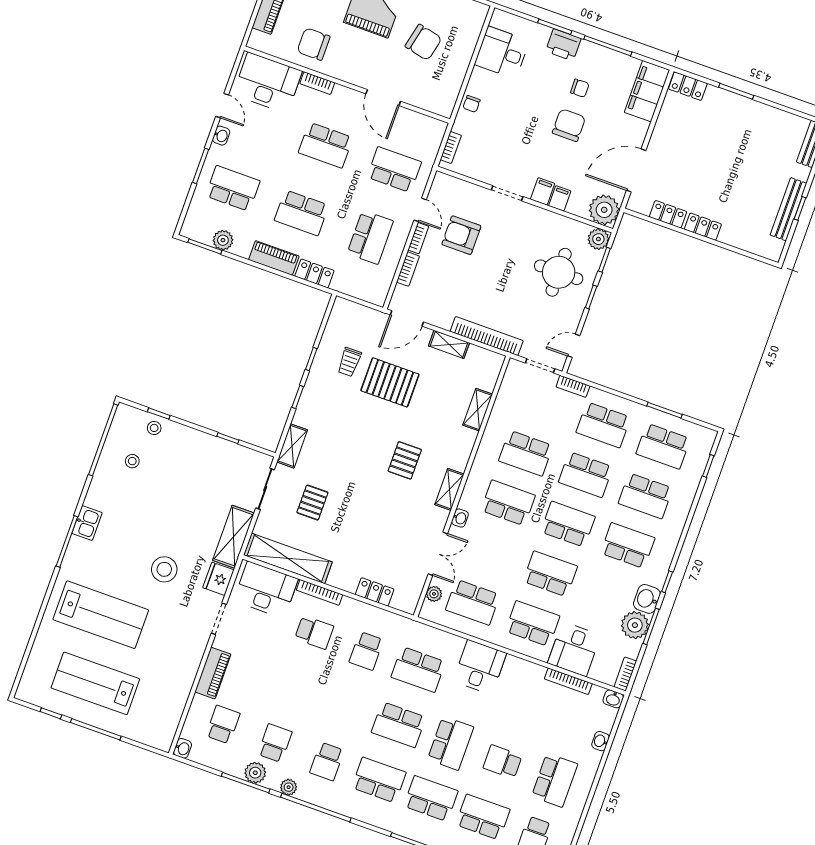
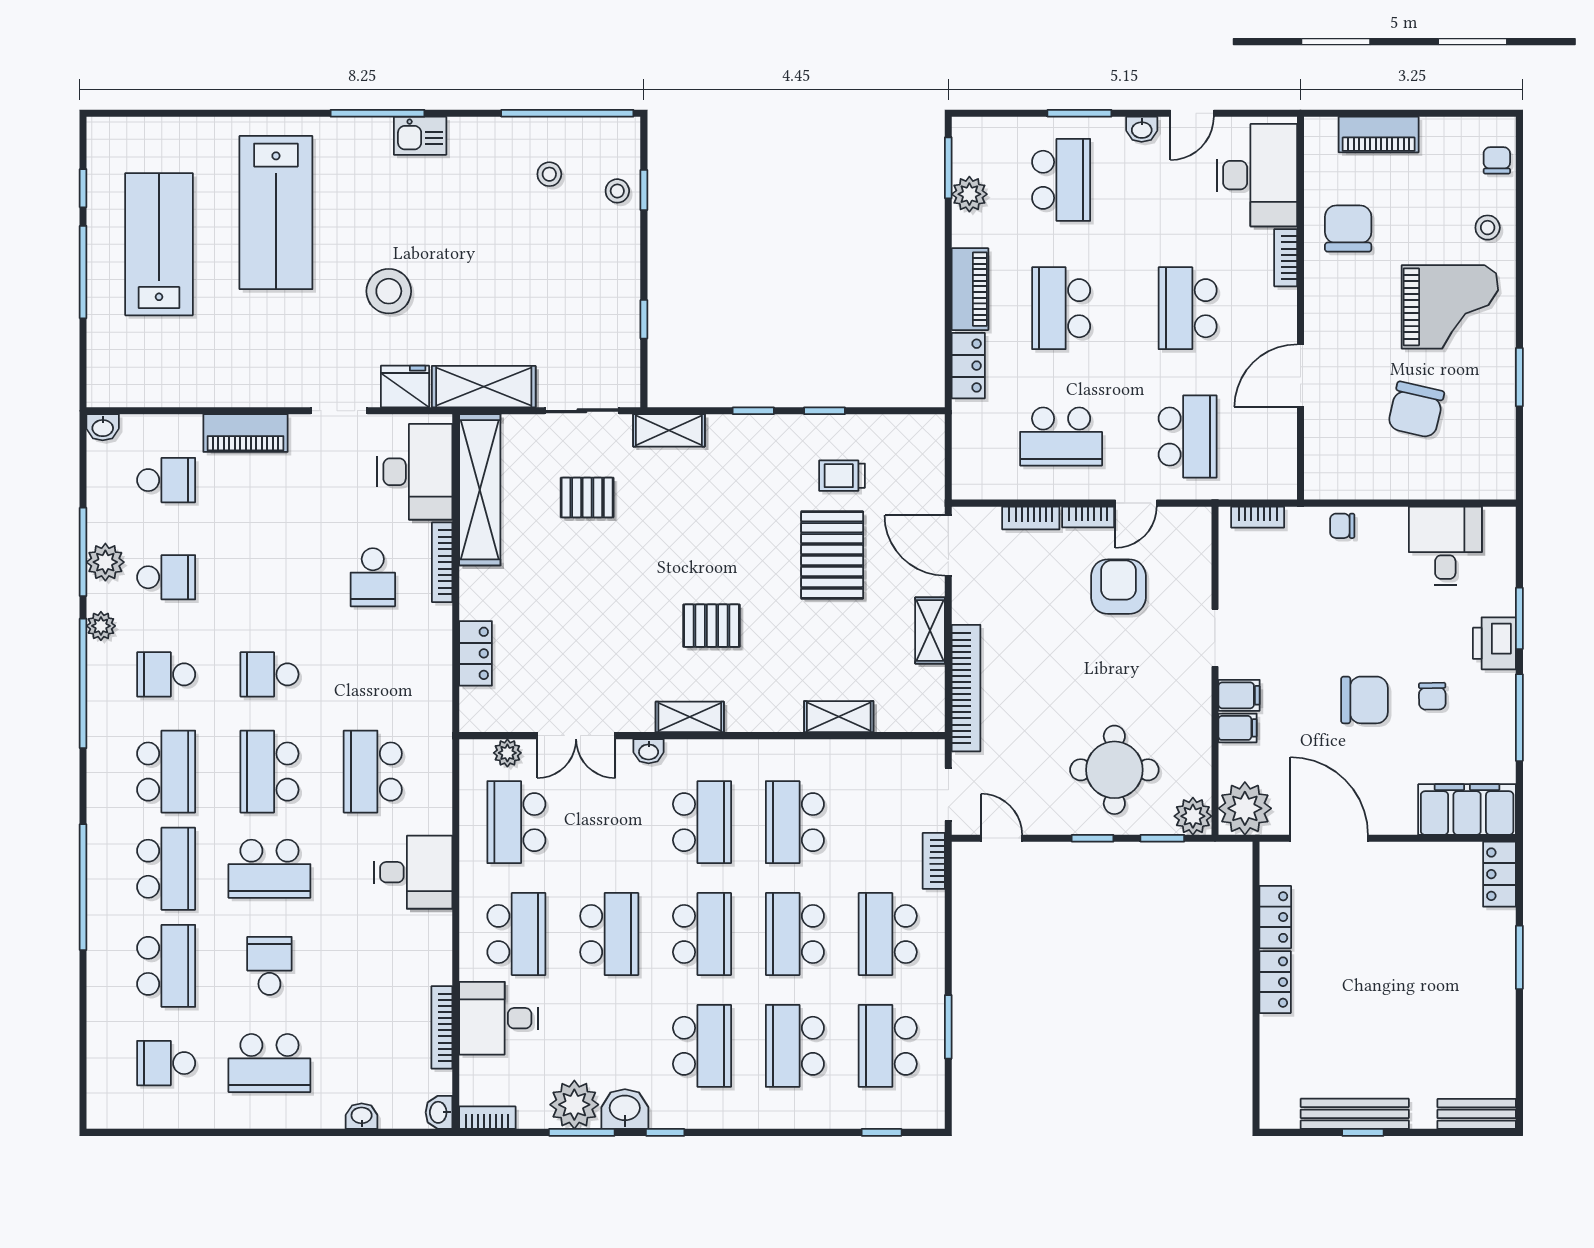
school desk: (366, 651) -> (269, 674), moved

